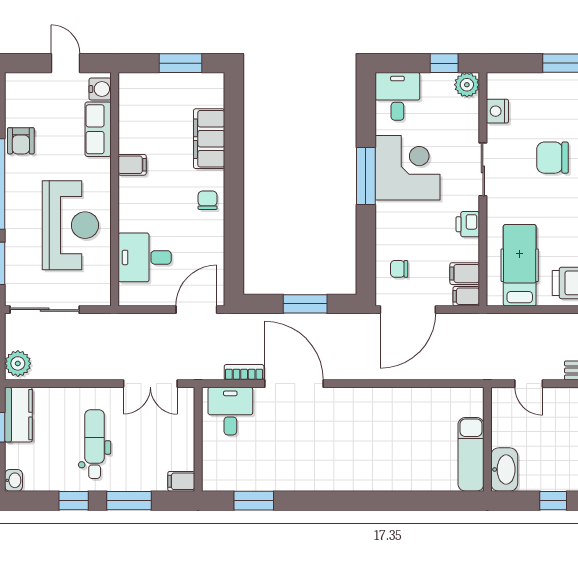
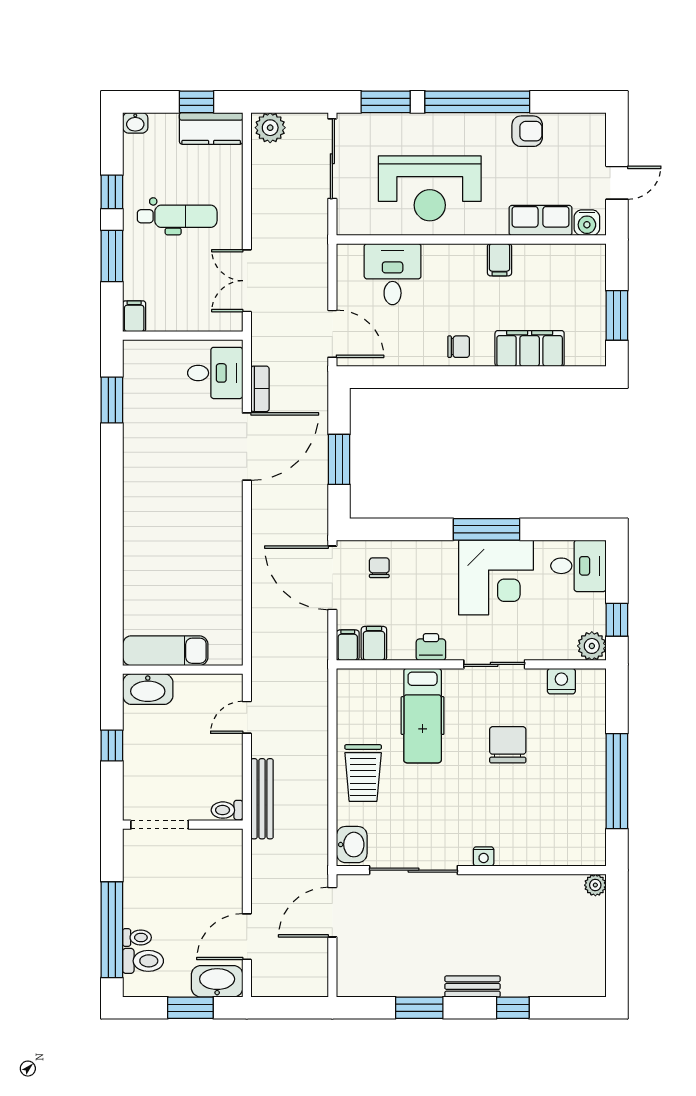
armchair: (21, 141) -> (527, 131), turned 180
hospital bed: (520, 265) -> (423, 716), moved, turned 90

